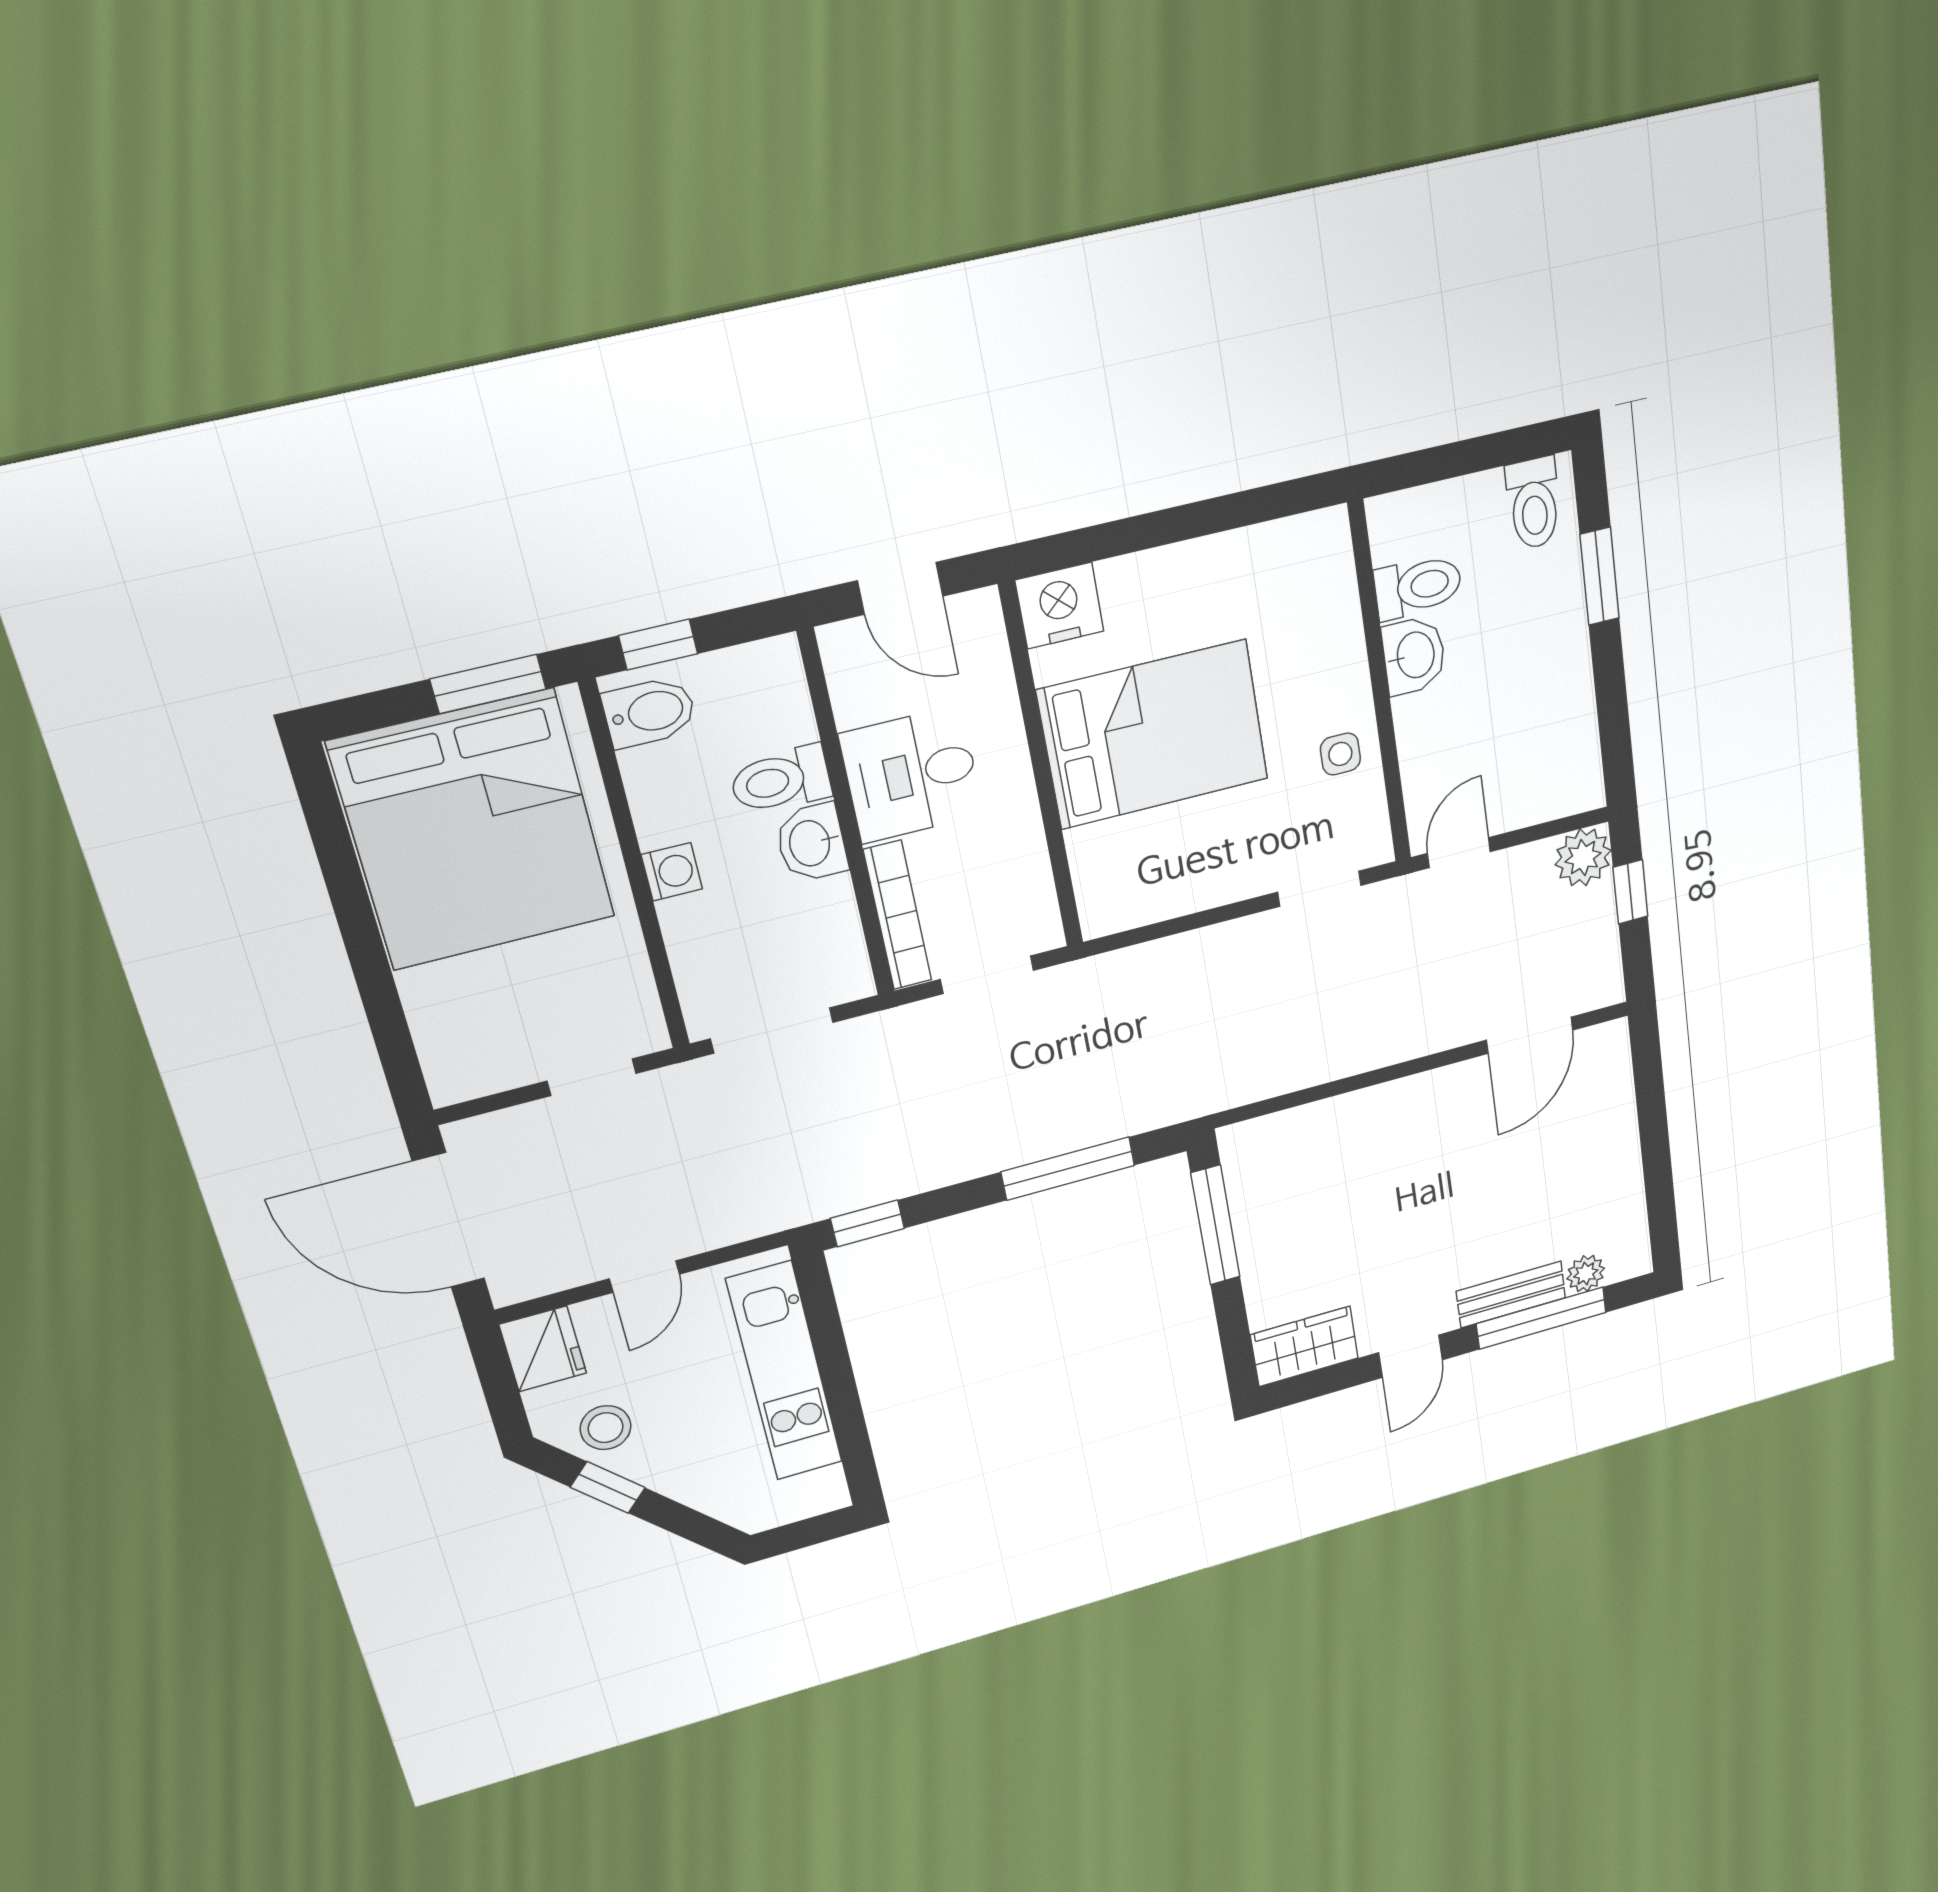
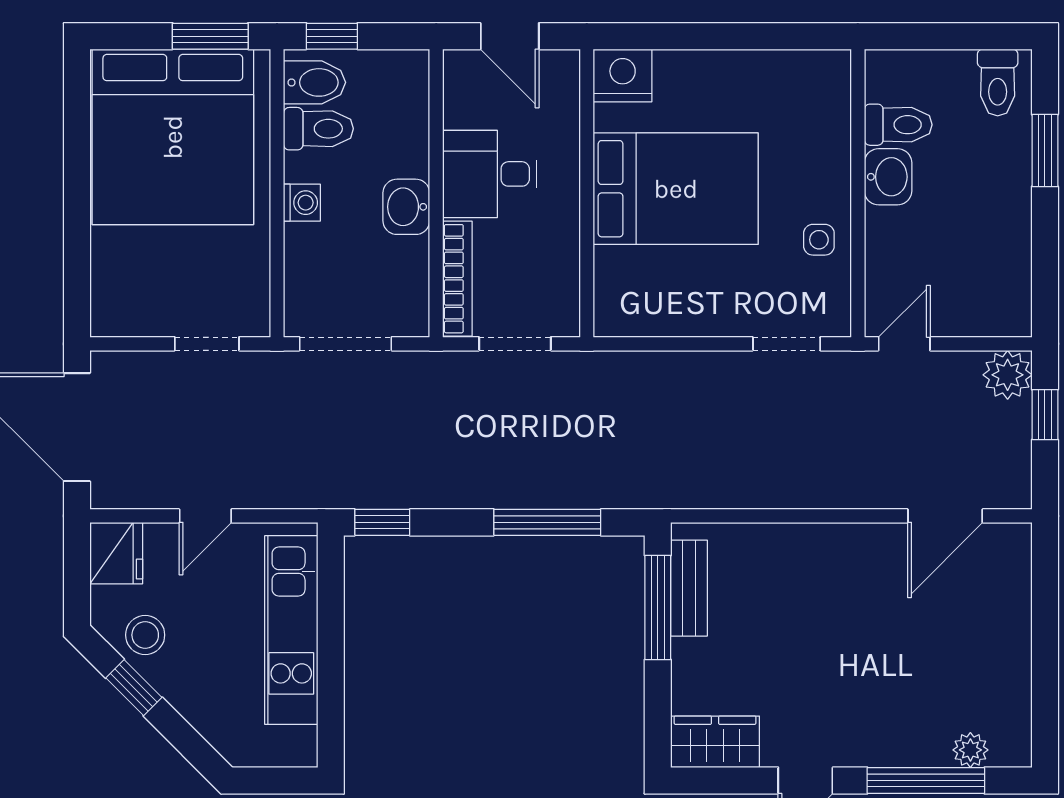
toilet: (781, 780) -> (318, 129), moved, turned 180
bench: (1511, 1294) -> (689, 588), moved, turned 90

